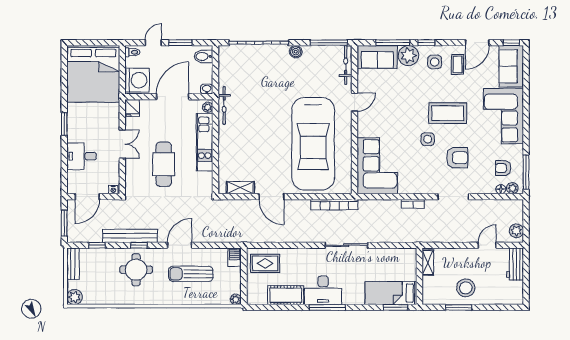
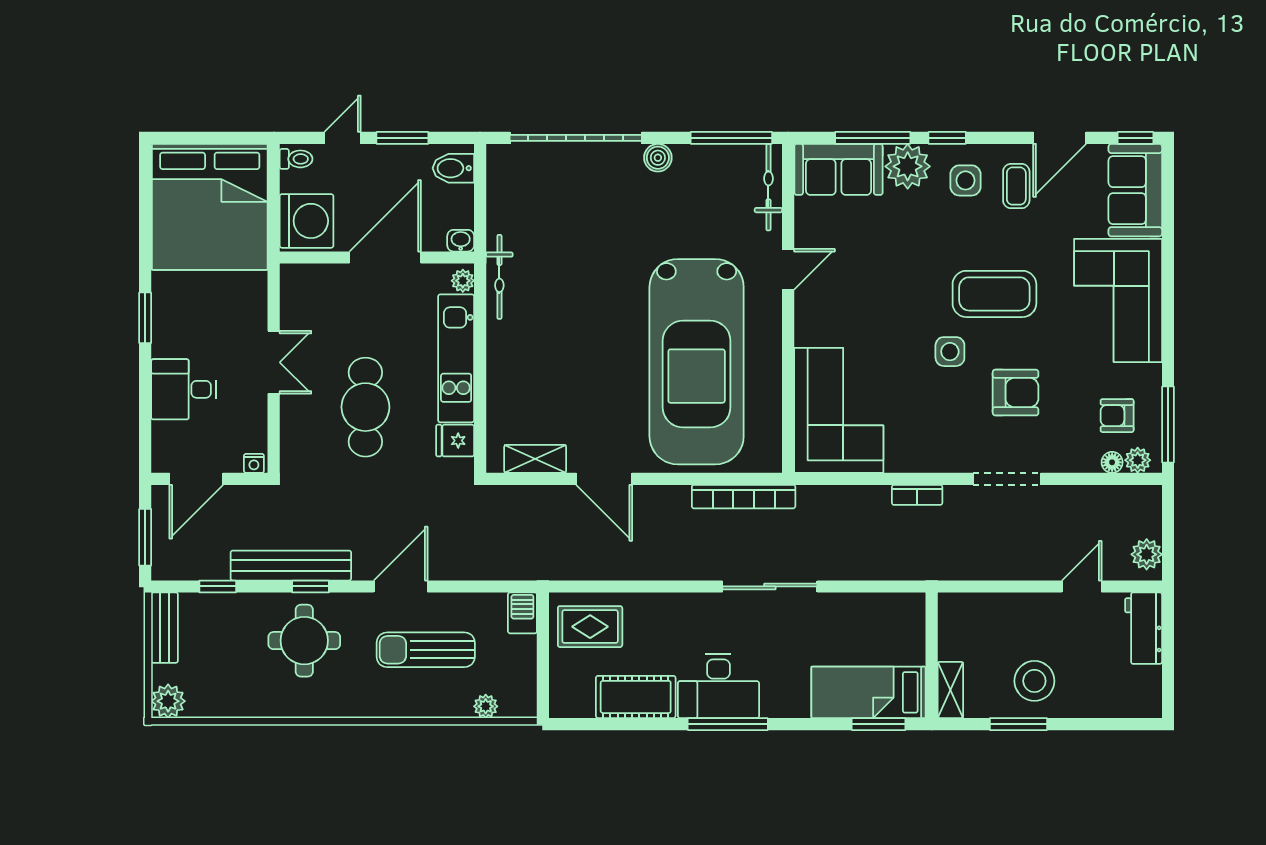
fridge: (132, 108) -> (455, 441), moved, turned 90
shelving: (428, 263) -> (950, 690), moved
plant: (236, 299) -> (486, 706), moved

